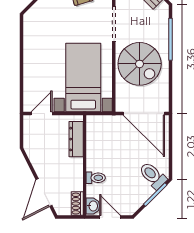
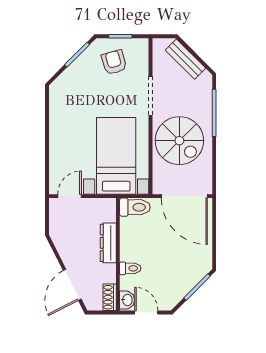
dresser: (76, 139) -> (108, 243), moved
toilet: (153, 176) -> (135, 207), moved, turned 135

